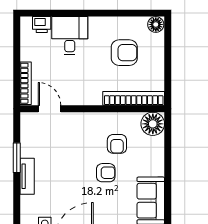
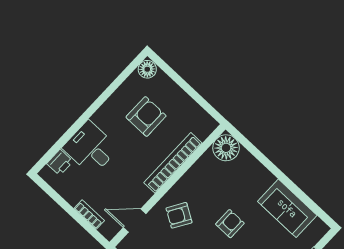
bookcase: (26, 83) -> (89, 215), width x0.64
bookcase: (134, 98) -> (173, 163), moved
armchair: (117, 144) -> (179, 215), moved, turned 121

